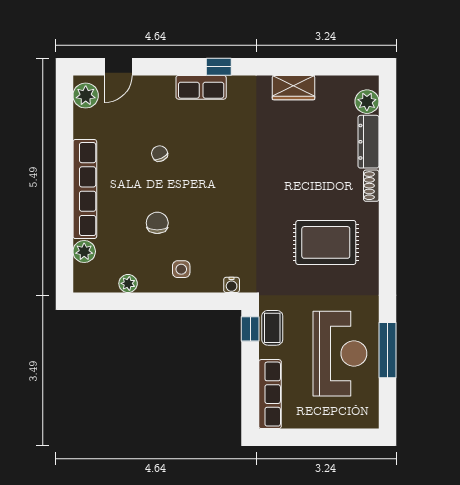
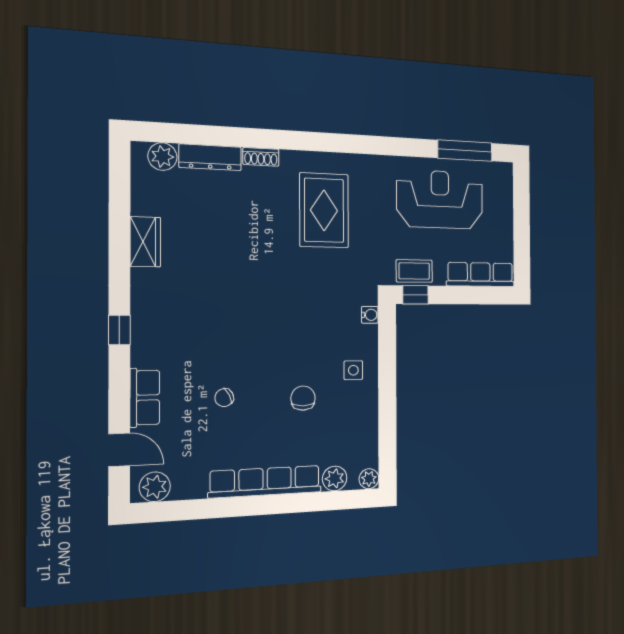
row of seats: (201, 87) -> (145, 398), moved
chair: (157, 223) -> (303, 398), turned 90
plant: (128, 283) -> (369, 479), moved
window: (387, 350) -> (465, 151), moved

